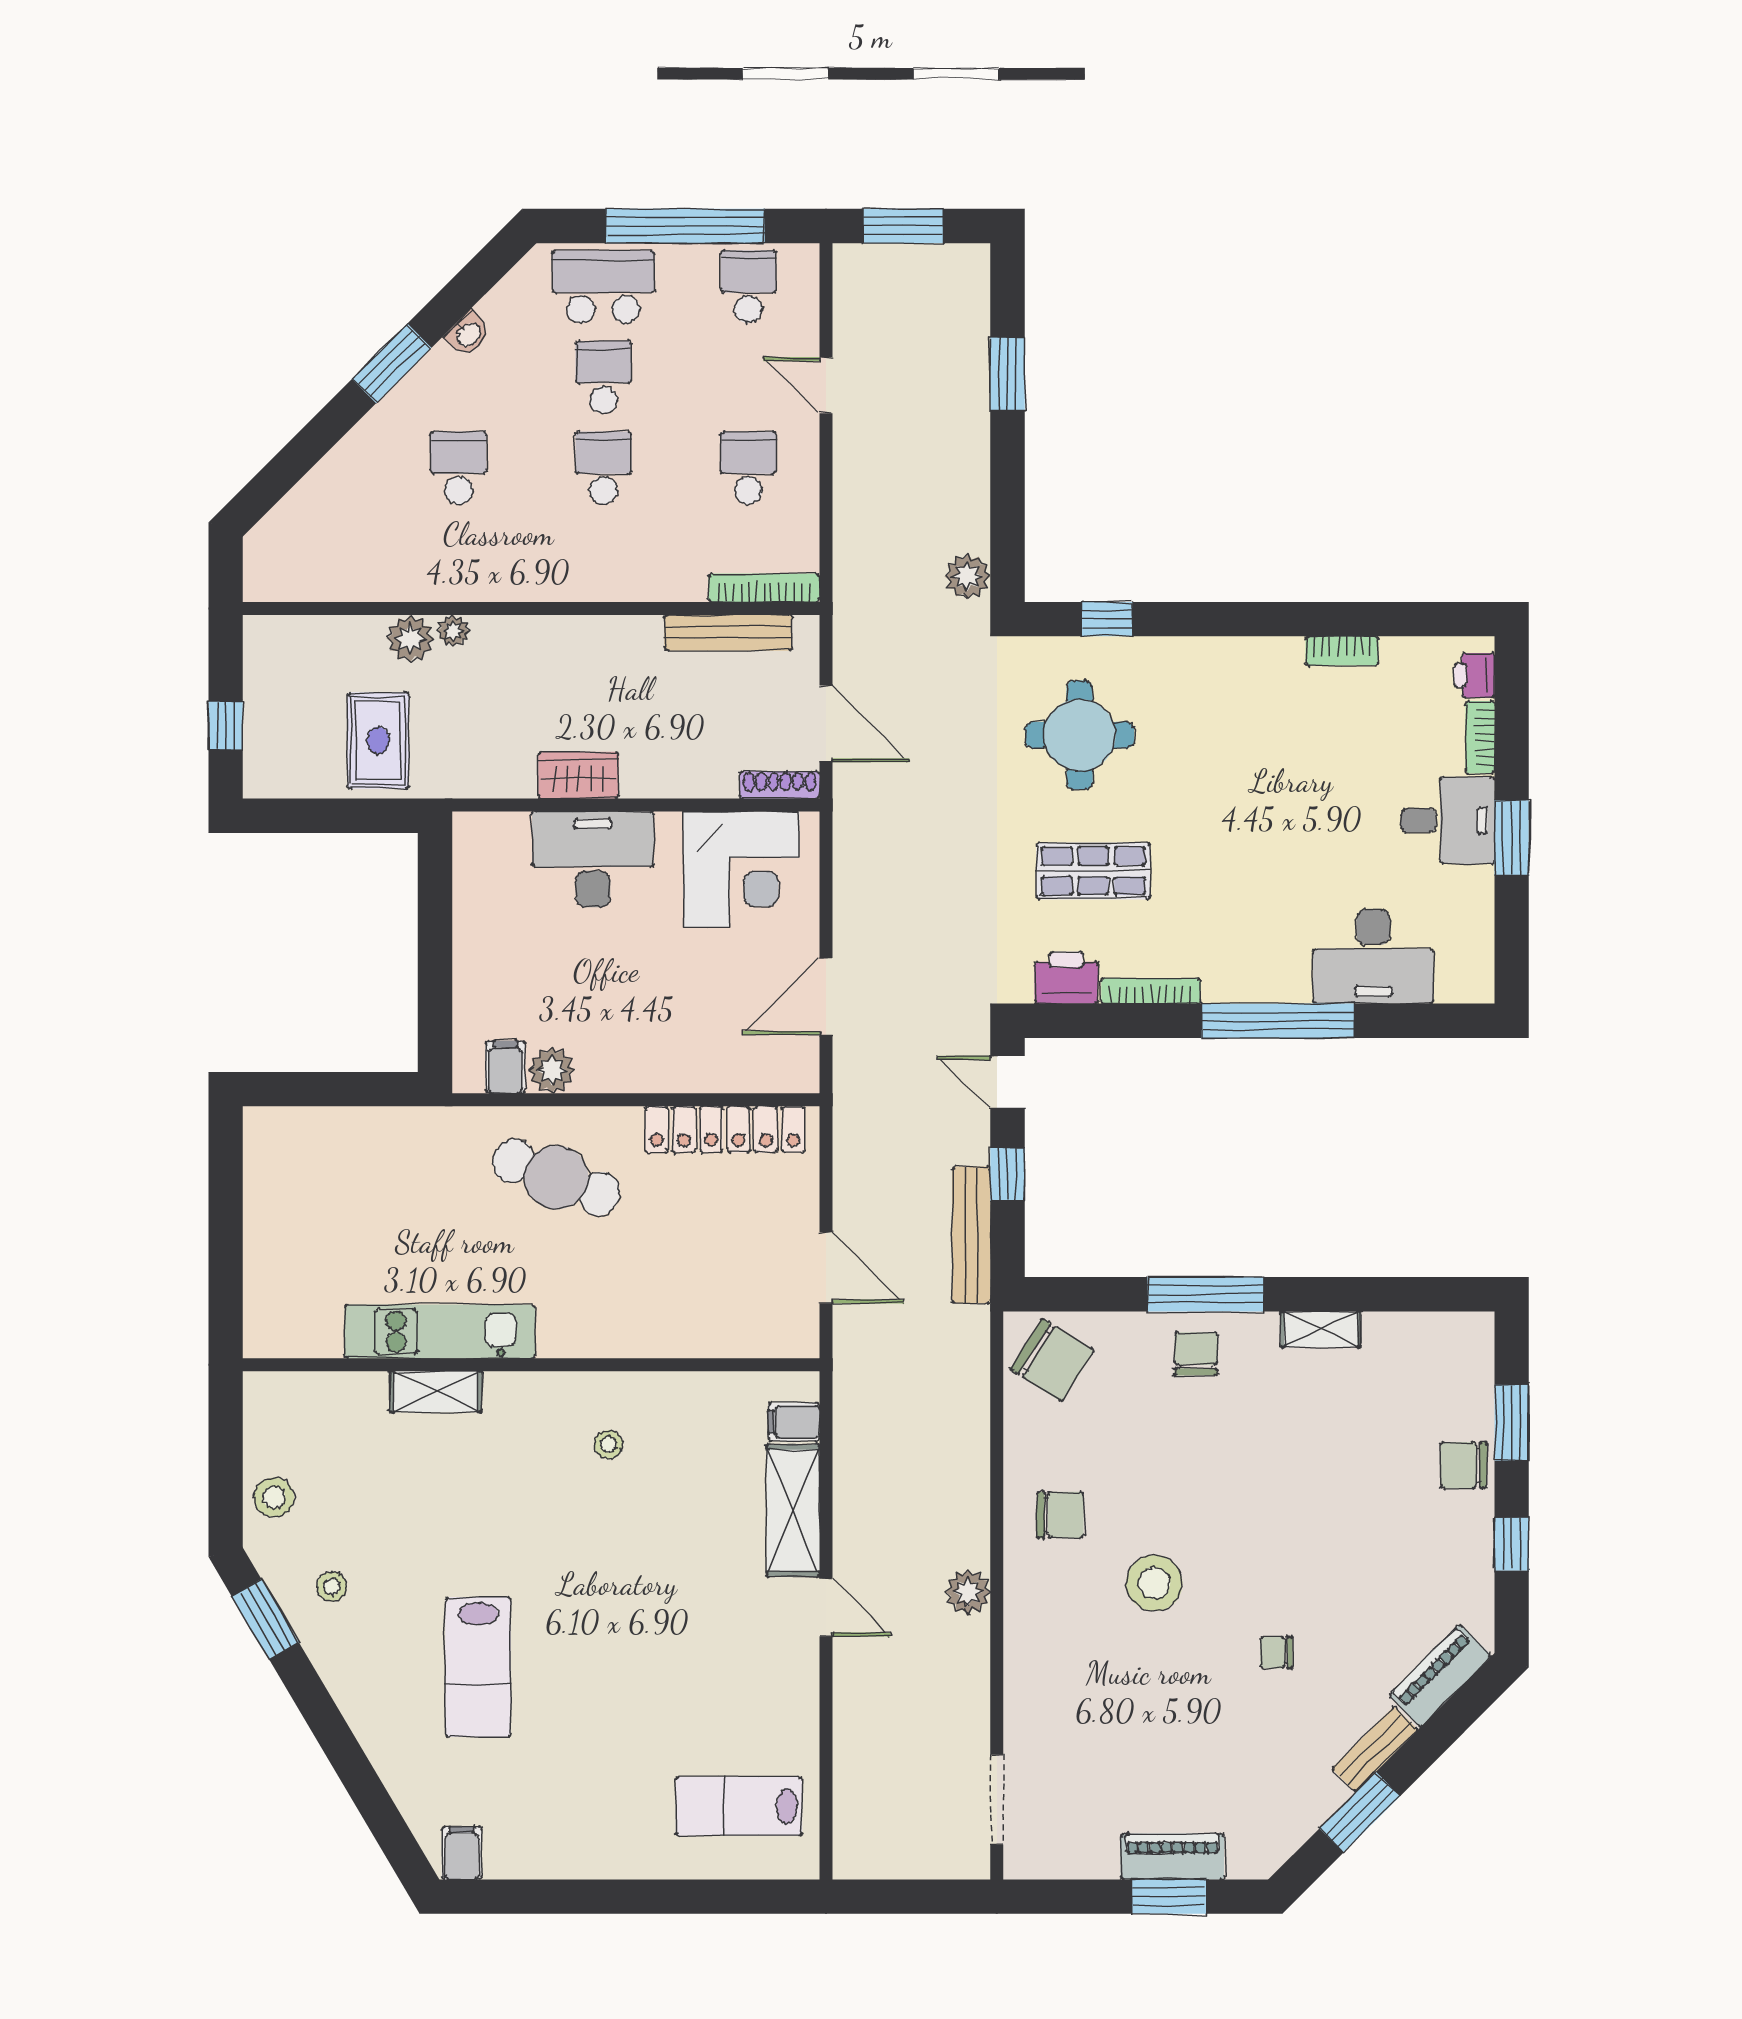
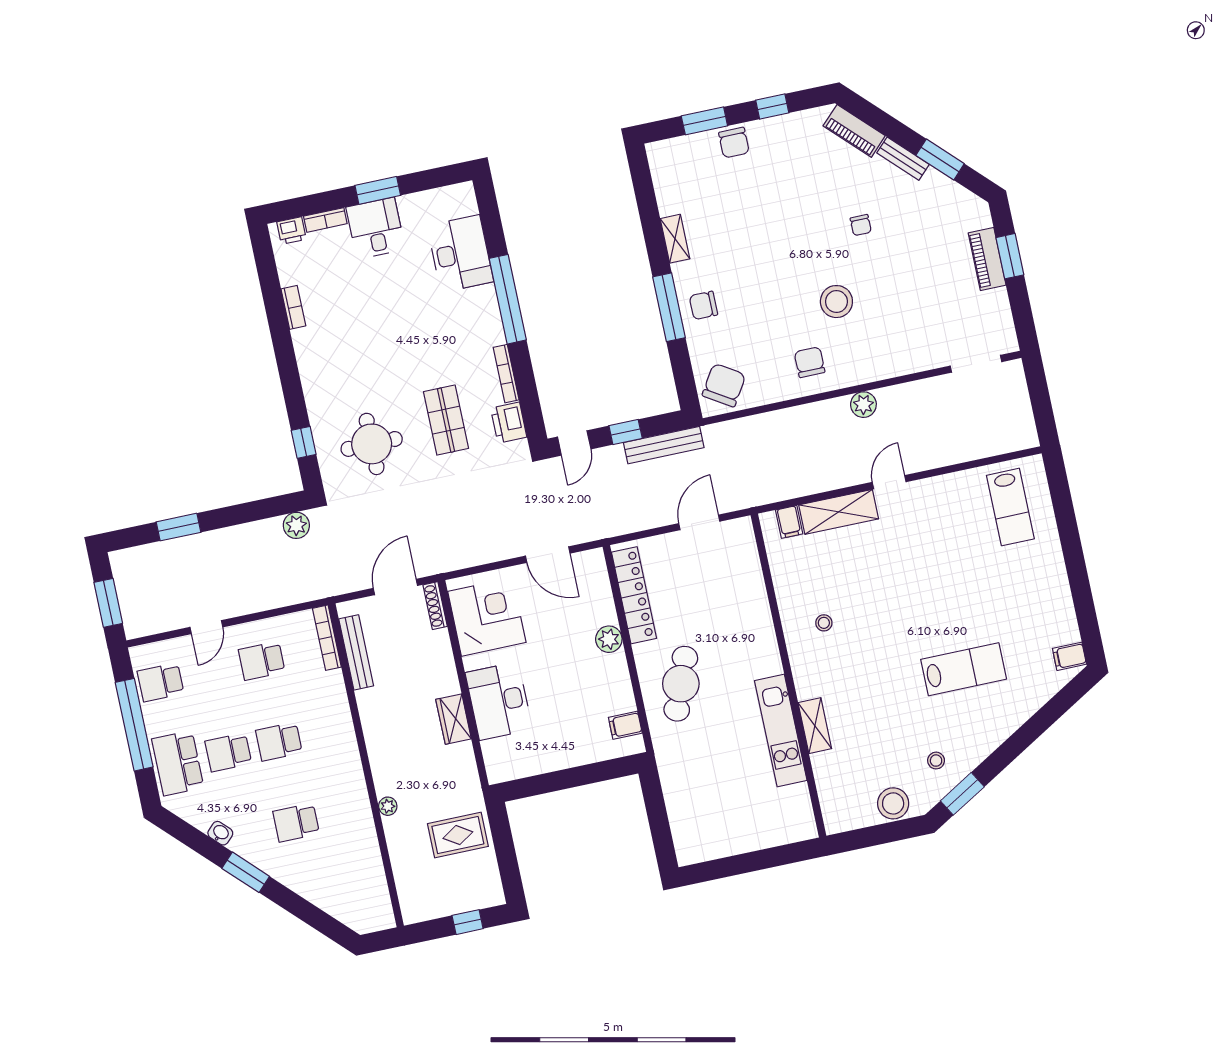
plant: (410, 638) -> (397, 829), removed
plant: (552, 1070) -> (609, 639), moved
stool: (274, 1497) -> (893, 803), width x1.38, depth x1.38

